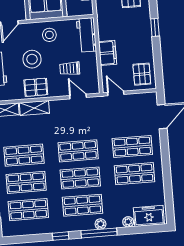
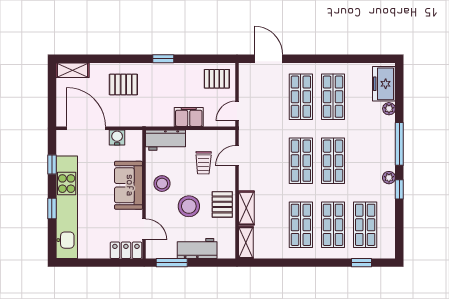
shop shelf: (82, 205) -> (365, 161), removed
plant: (100, 224) -> (389, 178), moved

